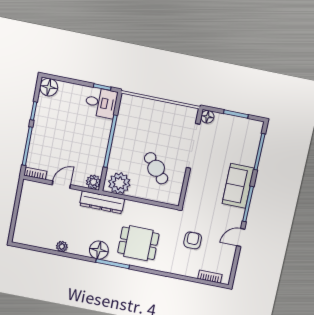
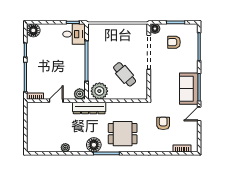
armchair: (228, 139) -> (174, 42), added
sofa: (238, 186) -> (189, 89), moved

